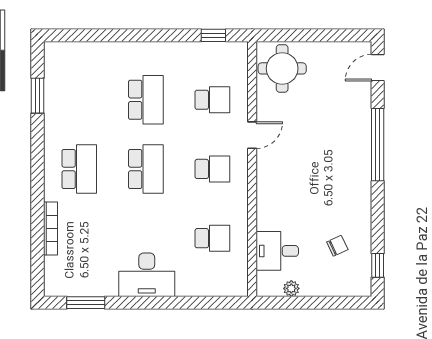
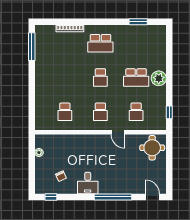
plant: (147, 56) -> (159, 78), added
school desk: (146, 169) -> (100, 78), width x0.54
desk: (277, 251) -> (88, 183), moved, turned 180
desk: (147, 275) -> (46, 78), removed
window: (86, 303) -> (32, 47), width x1.44

